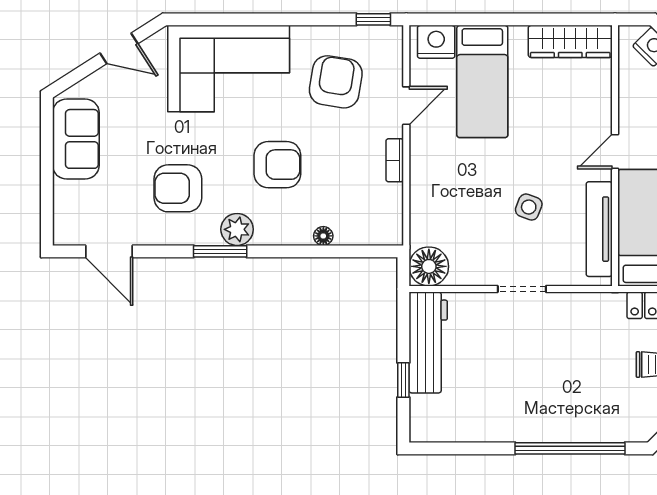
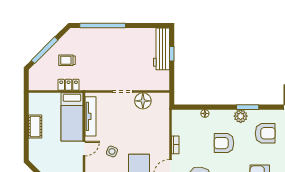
side table: (529, 207) -> (112, 151), moved
floor lamp: (429, 266) -> (143, 101), moved
workbench: (428, 342) -> (161, 49), moved

